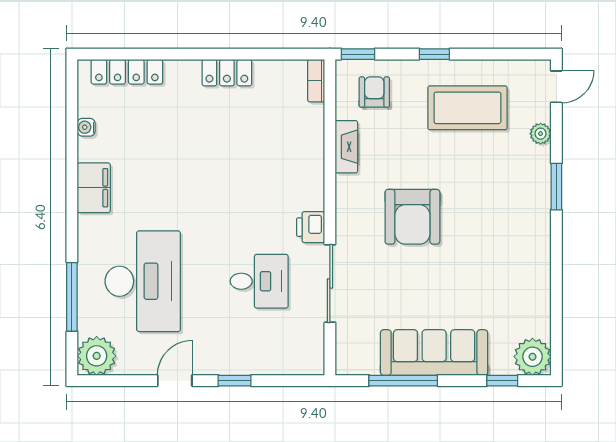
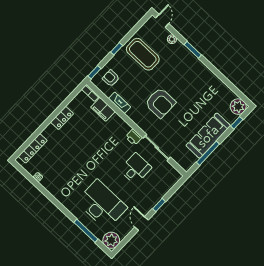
coffee table: (467, 108) -> (143, 54), turned 90
filing cabinet: (94, 188) -> (103, 109), moved, turned 180

